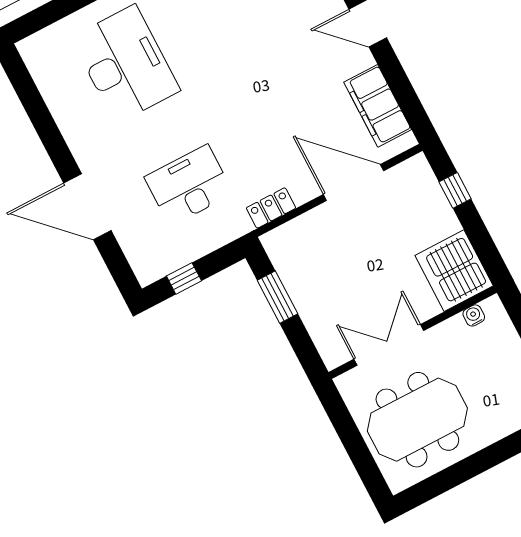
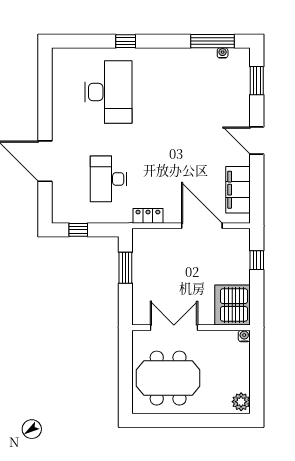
desk: (189, 185) -> (108, 179), turned -90
water cooler: (474, 315) -> (244, 336), moved

